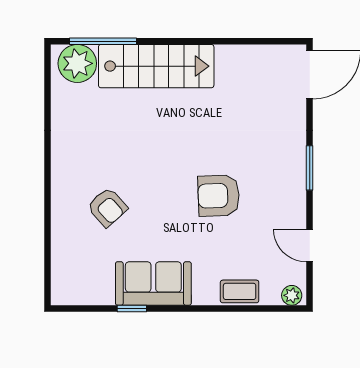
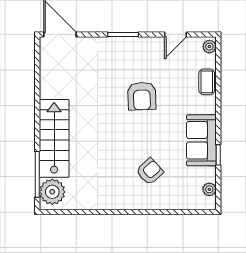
plant: (81, 295) -> (209, 189), added

